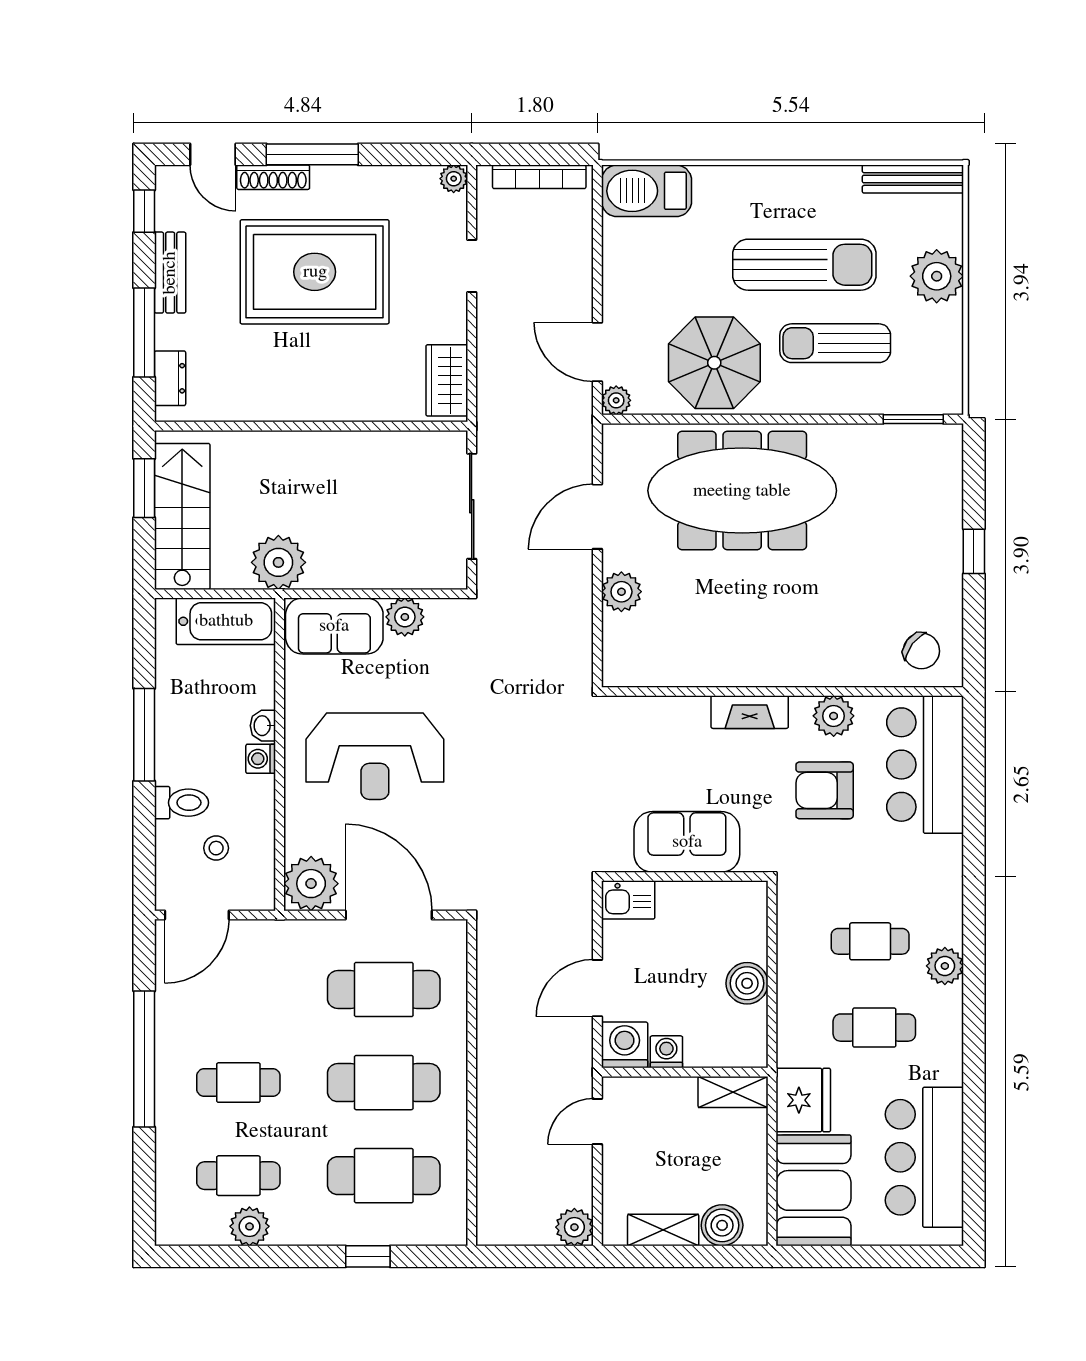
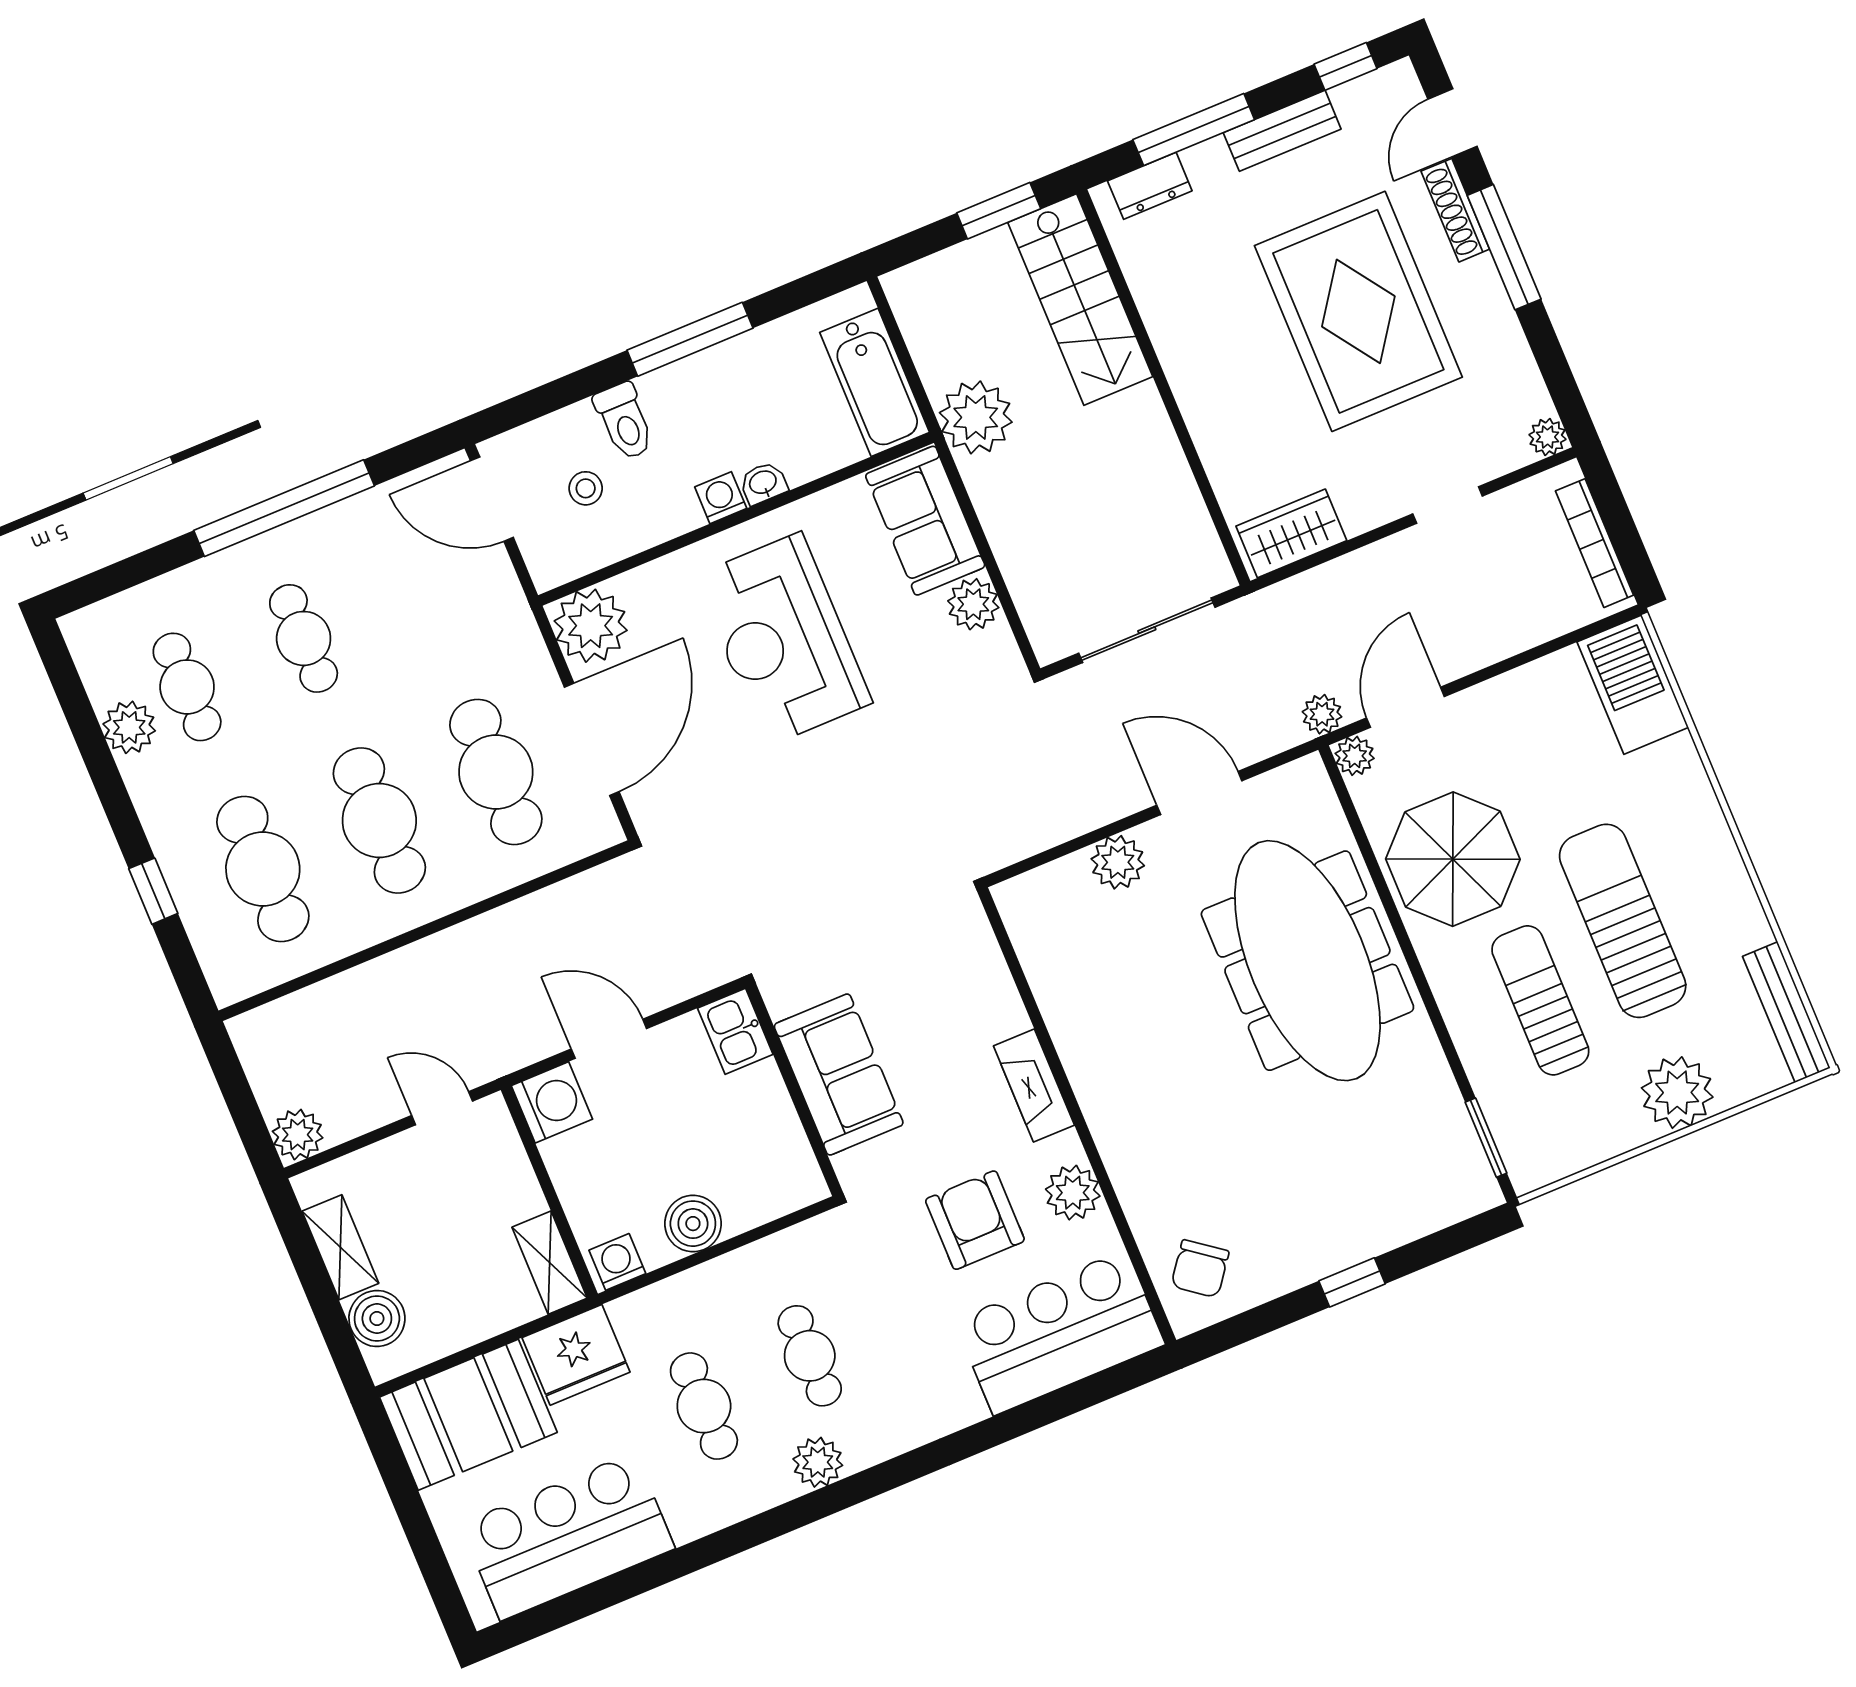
sun lounger: (804, 265) -> (1623, 921), turned 180
plant: (579, 411) -> (1322, 714), added
stairs: (182, 516) -> (1080, 300), moved, turned 90
washing machine: (666, 1052) -> (617, 1262), moved, turned -90

